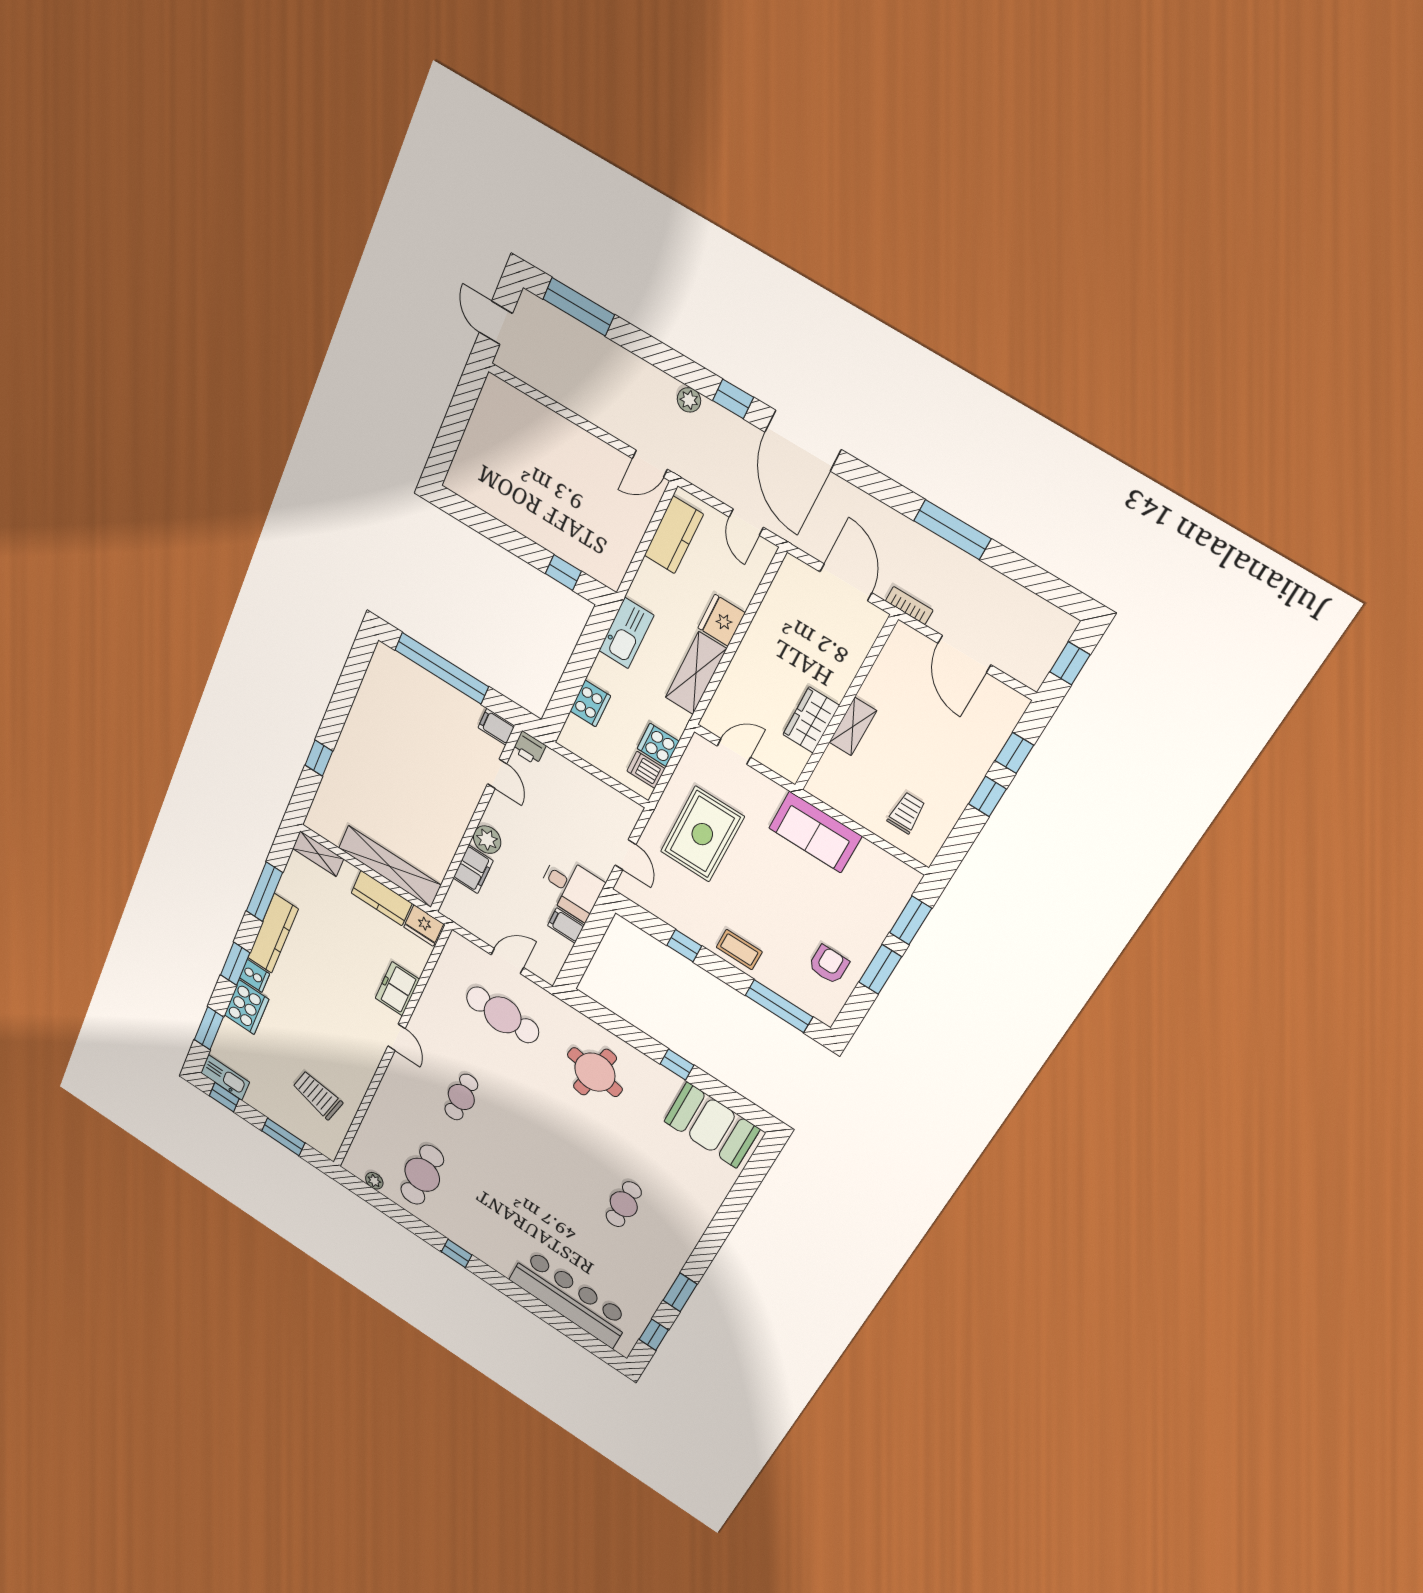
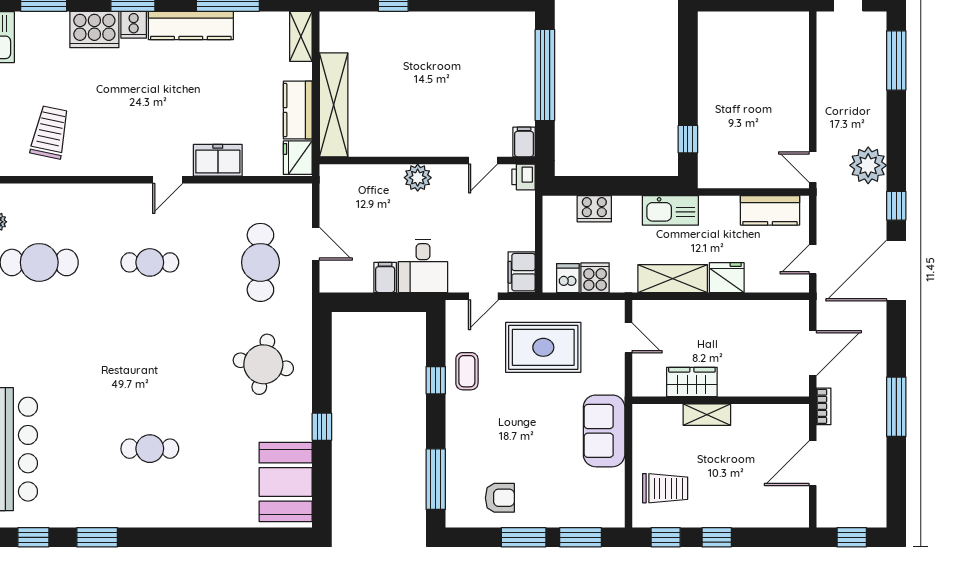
plant: (689, 400) -> (868, 165), width x1.88, depth x1.88
window: (1014, 753) -> (666, 537), moved
trolley: (906, 813) -> (665, 488), width x1.36, depth x1.39
filing cabinet: (473, 869) -> (522, 272), moved, turned 90
coffee table: (739, 950) -> (467, 371), moved

